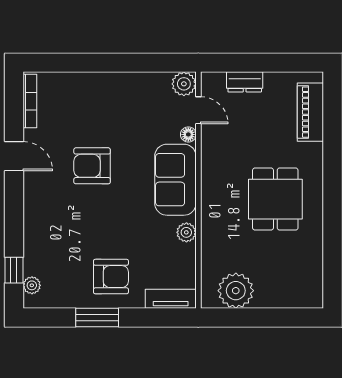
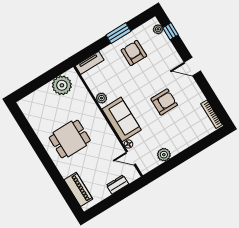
plant: (184, 84) -> (164, 155), moved
door: (14, 156) -> (192, 67), moved
dining table: (275, 199) -> (70, 139), turned 90
armchair: (111, 277) -> (134, 53), moved, turned 90

